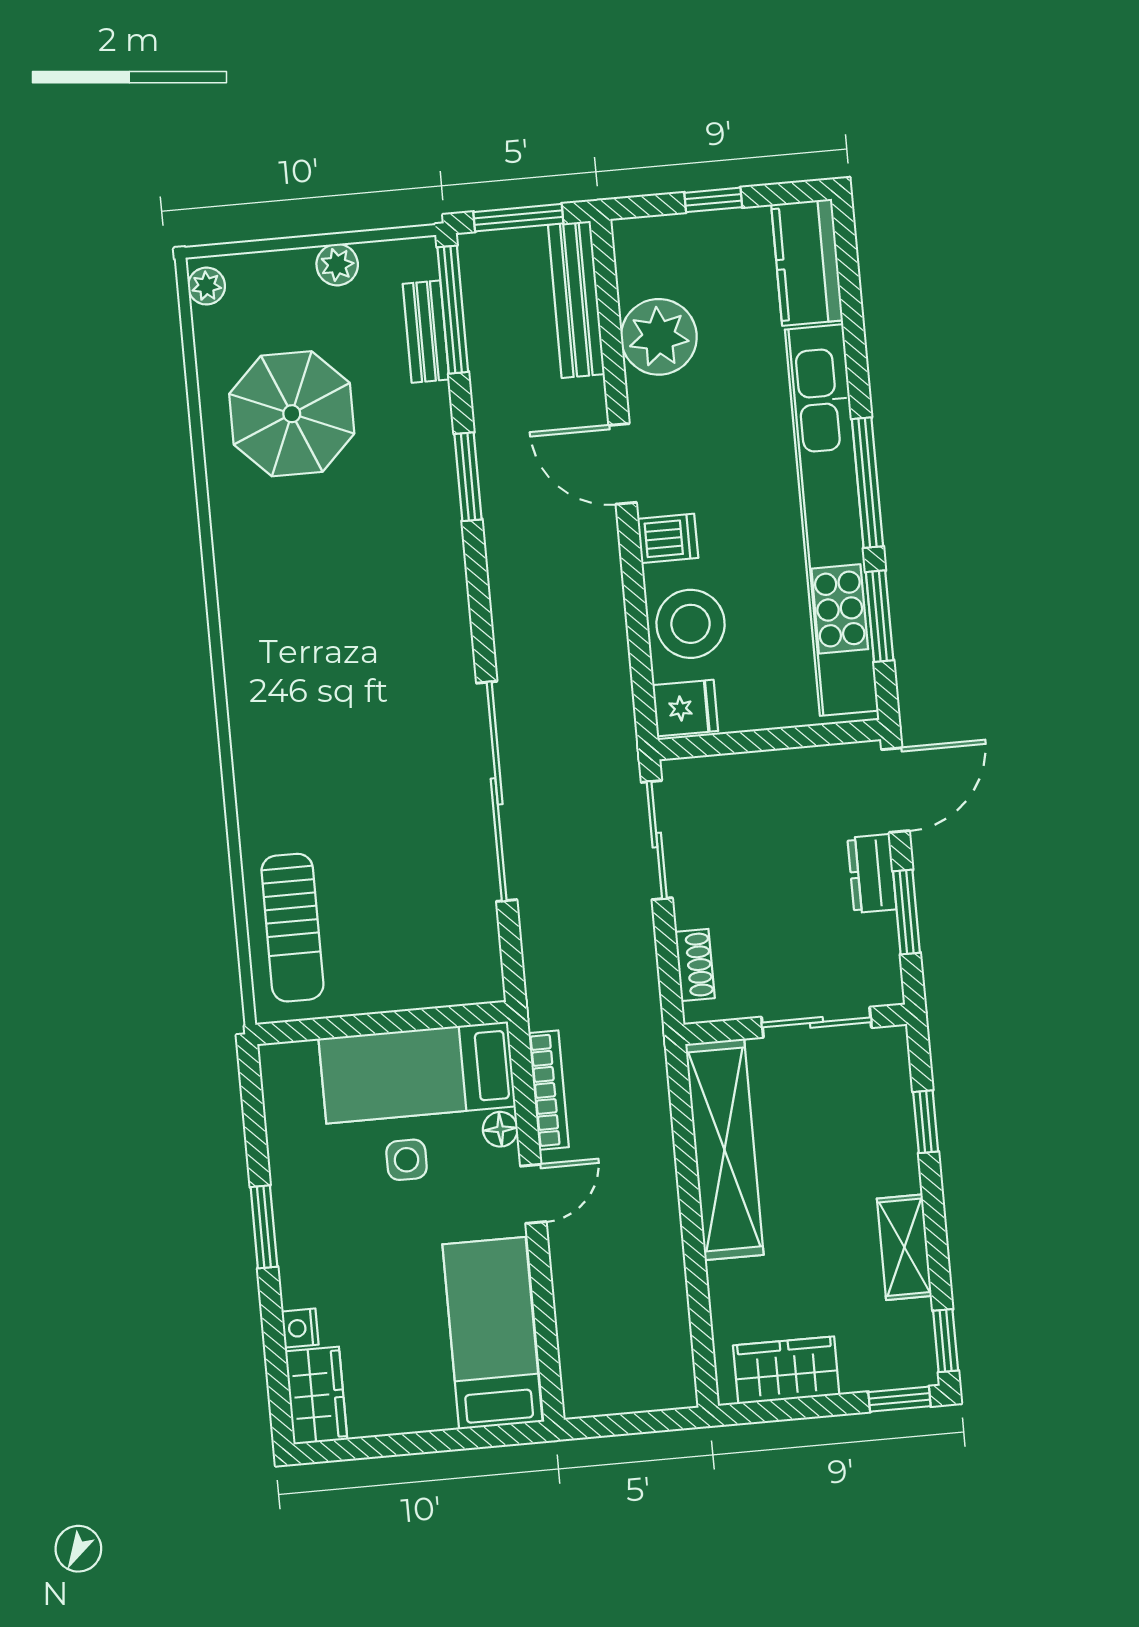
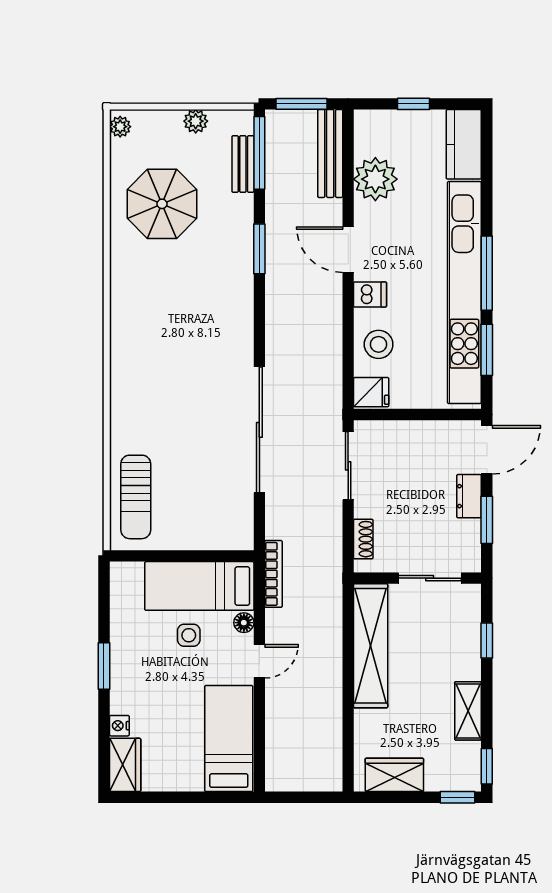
stool: (691, 624) -> (379, 344), width x0.73, depth x0.73
bookcase: (549, 1090) -> (273, 574), moved

